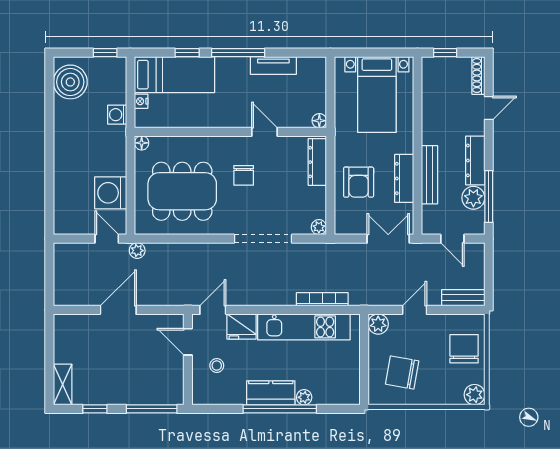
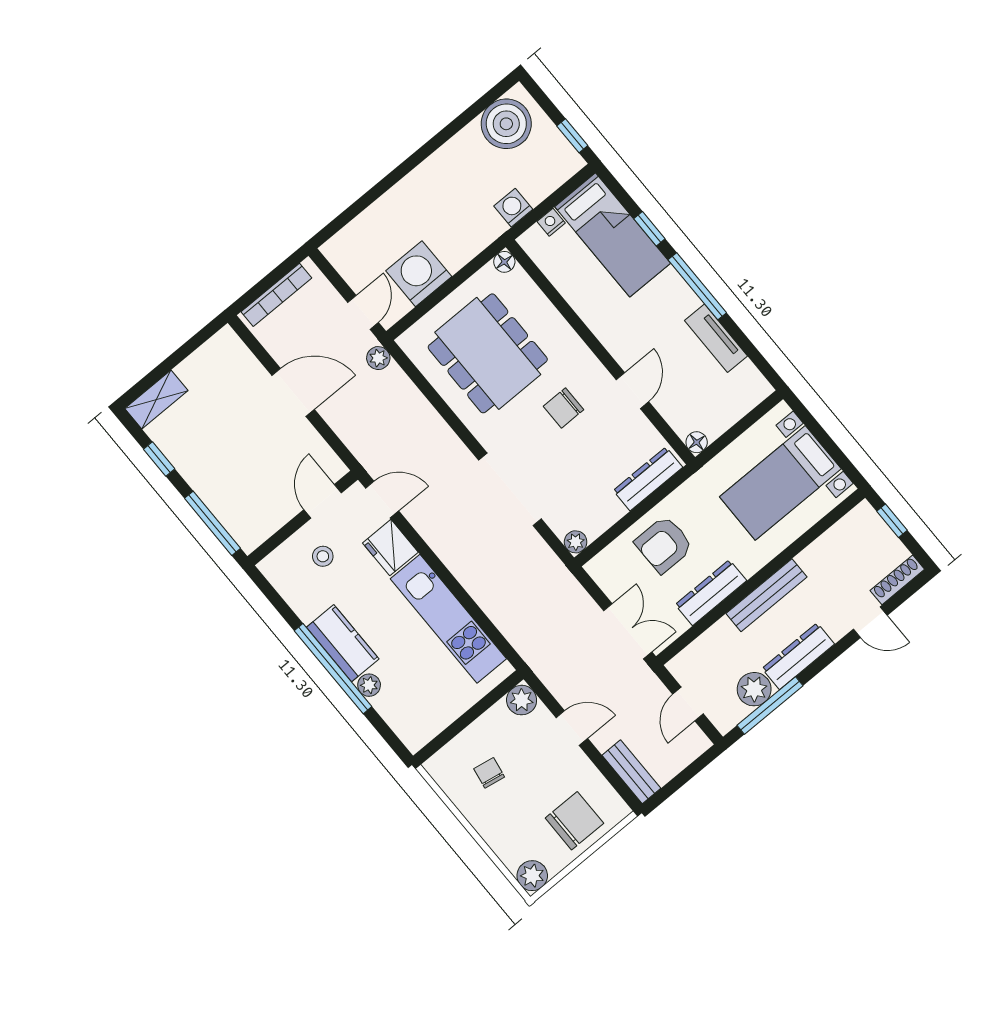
bench: (430, 175) -> (766, 595), moved
bookcase: (322, 299) -> (276, 295), moved, turned 90
chair: (402, 373) -> (489, 773), width x0.54, depth x0.54

